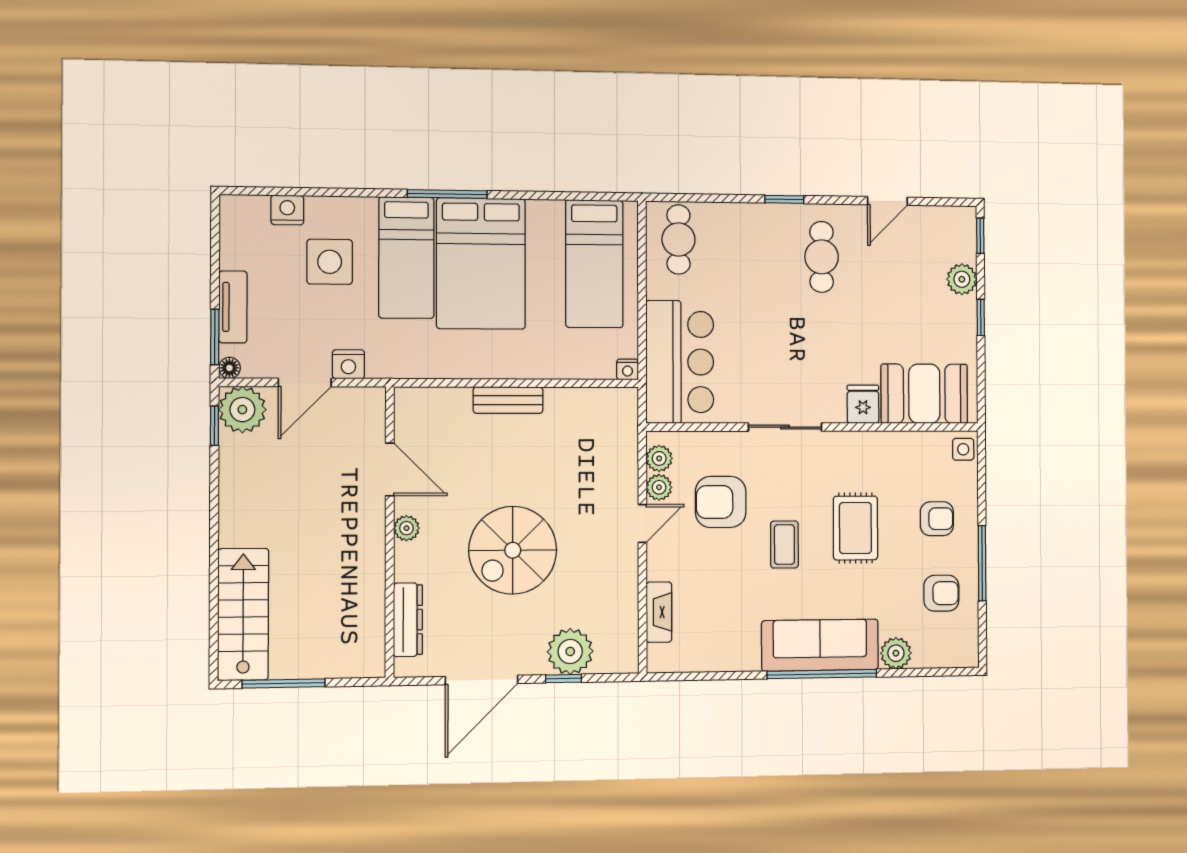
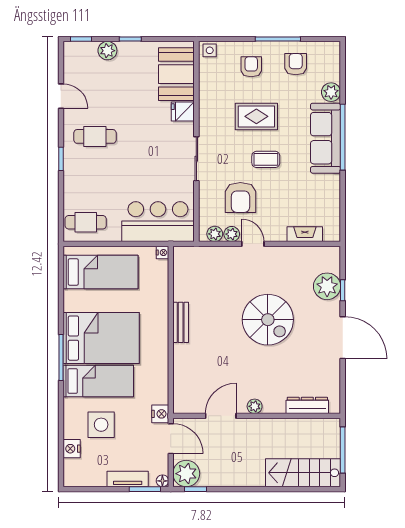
door: (390, 469) -> (221, 416), moved
plant: (406, 528) -> (255, 406), moved
wall: (390, 532) -> (257, 416), moved
dresser: (408, 620) -> (307, 405), moved

